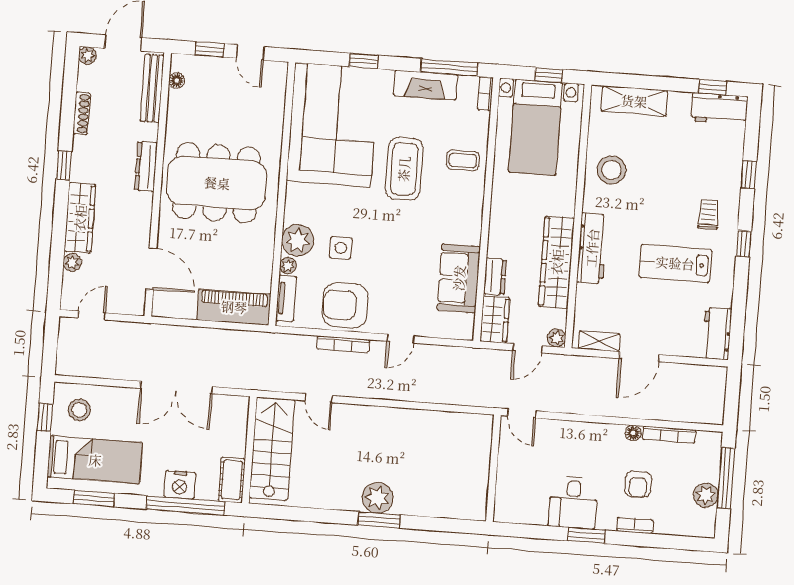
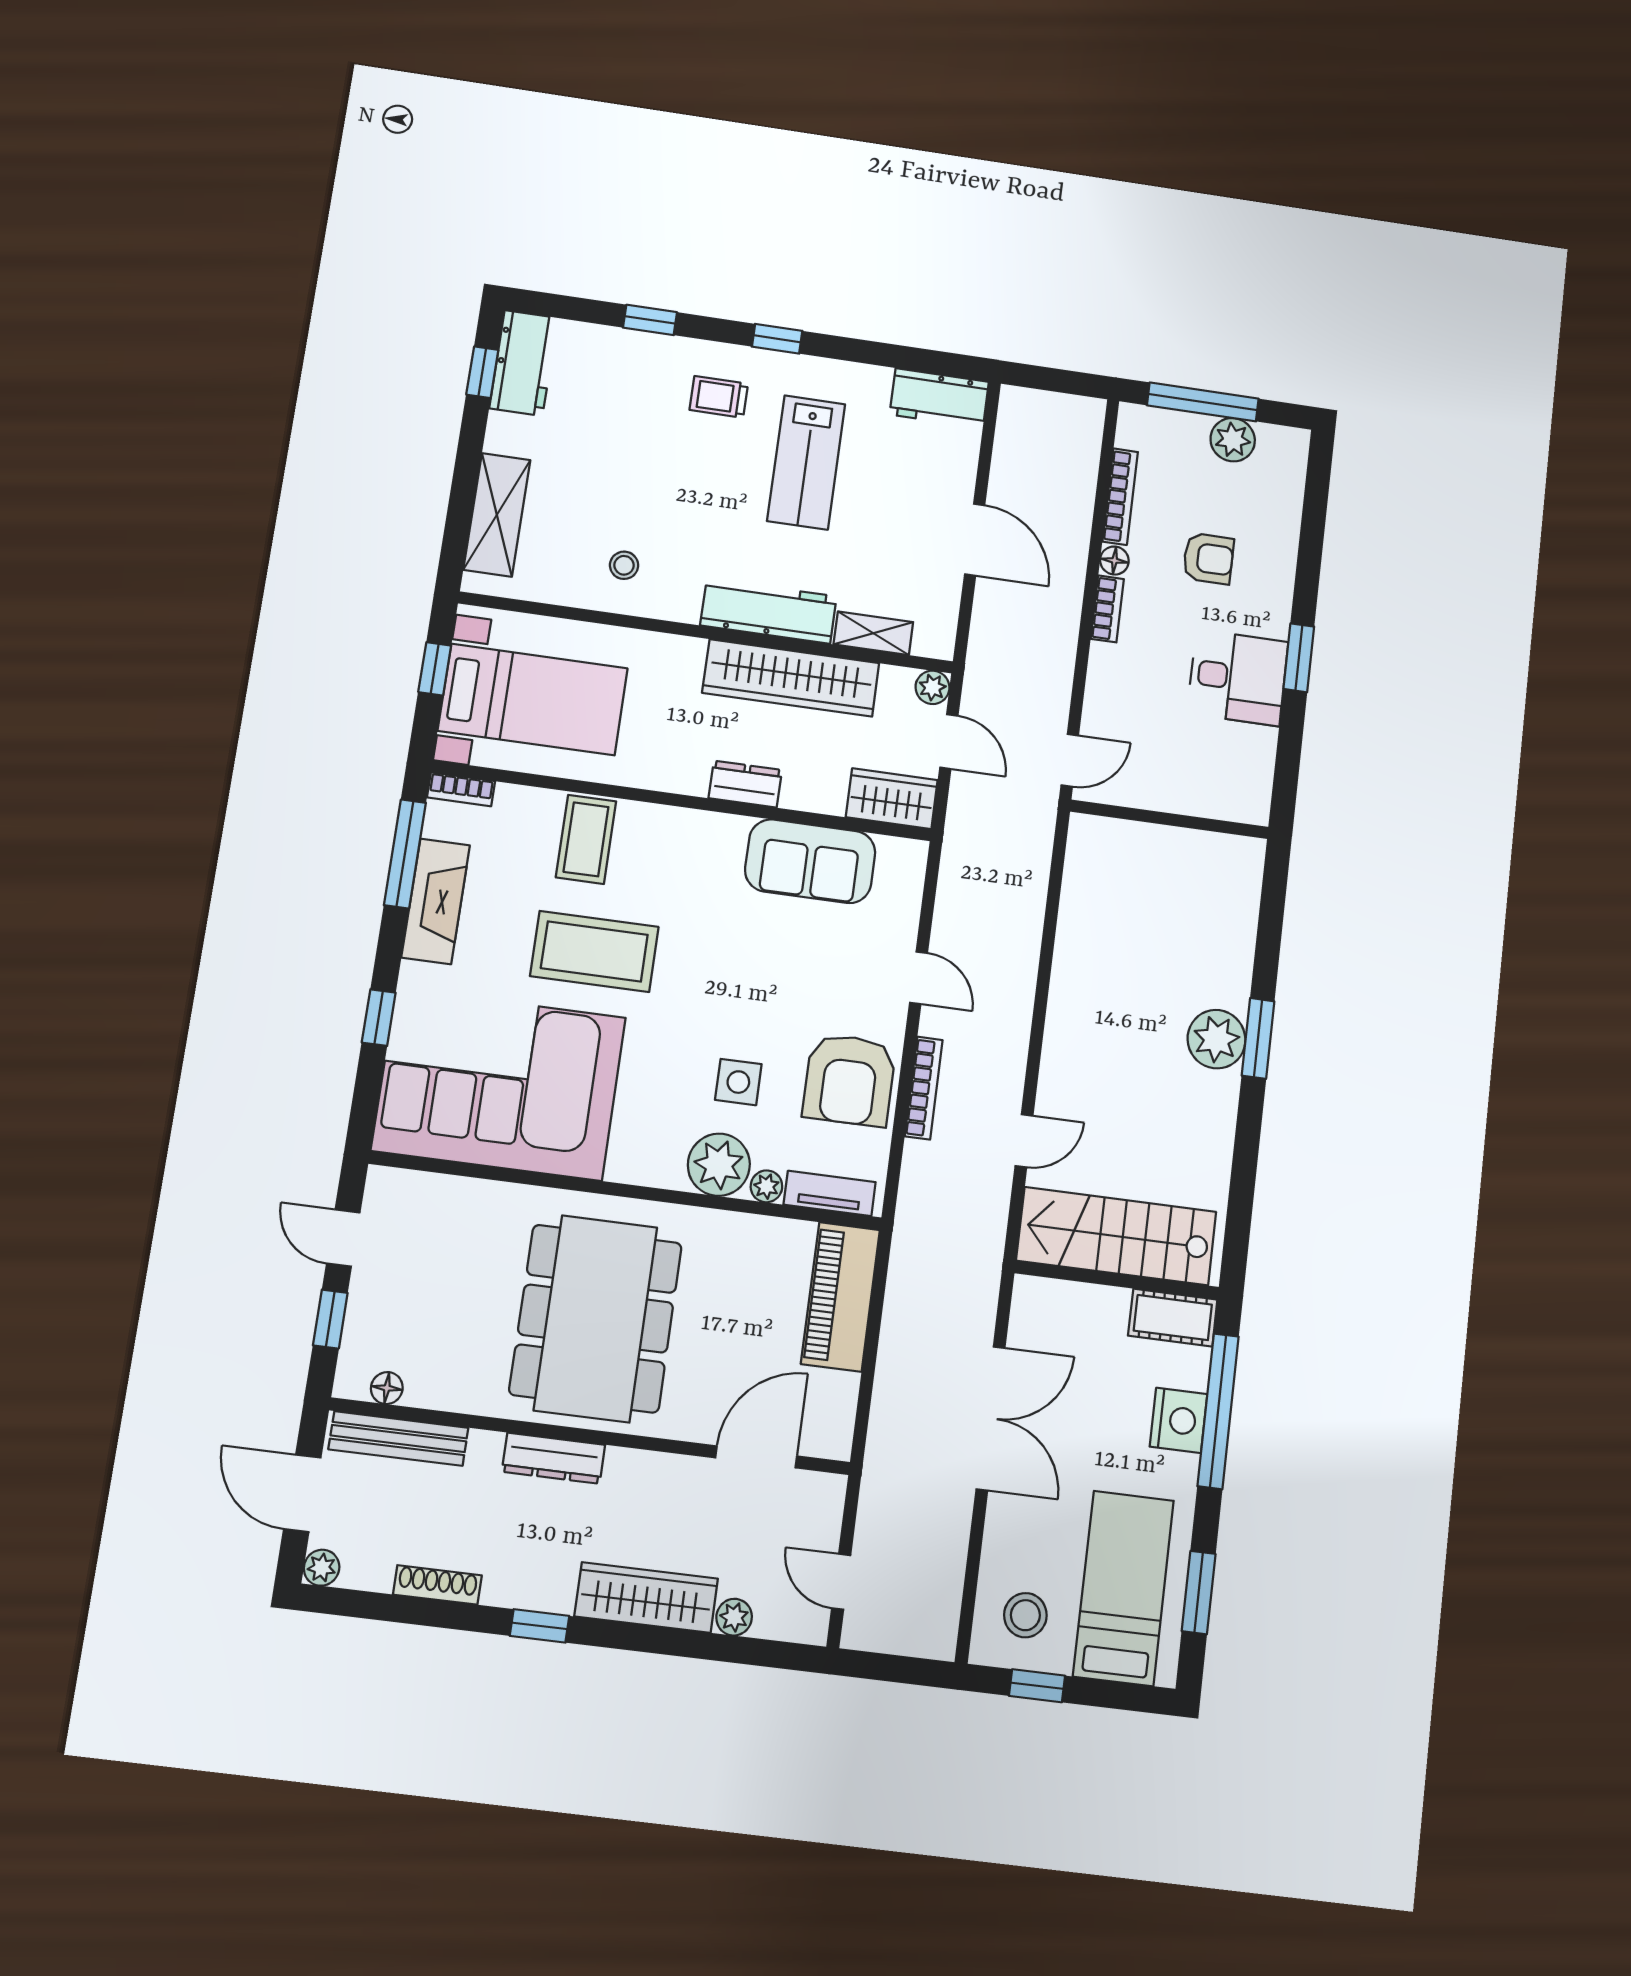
door: (250, 52) -> (343, 1238), swing flipped
coffee table: (463, 160) -> (586, 839), width x1.36, depth x1.30
stool: (612, 170) -> (624, 565), width x0.53, depth x0.53
dresser: (495, 277) -> (745, 784), moved
shelving: (599, 341) -> (873, 633), moved, turned 90
bookcase: (635, 525) -> (1107, 609), moved, turned 180

